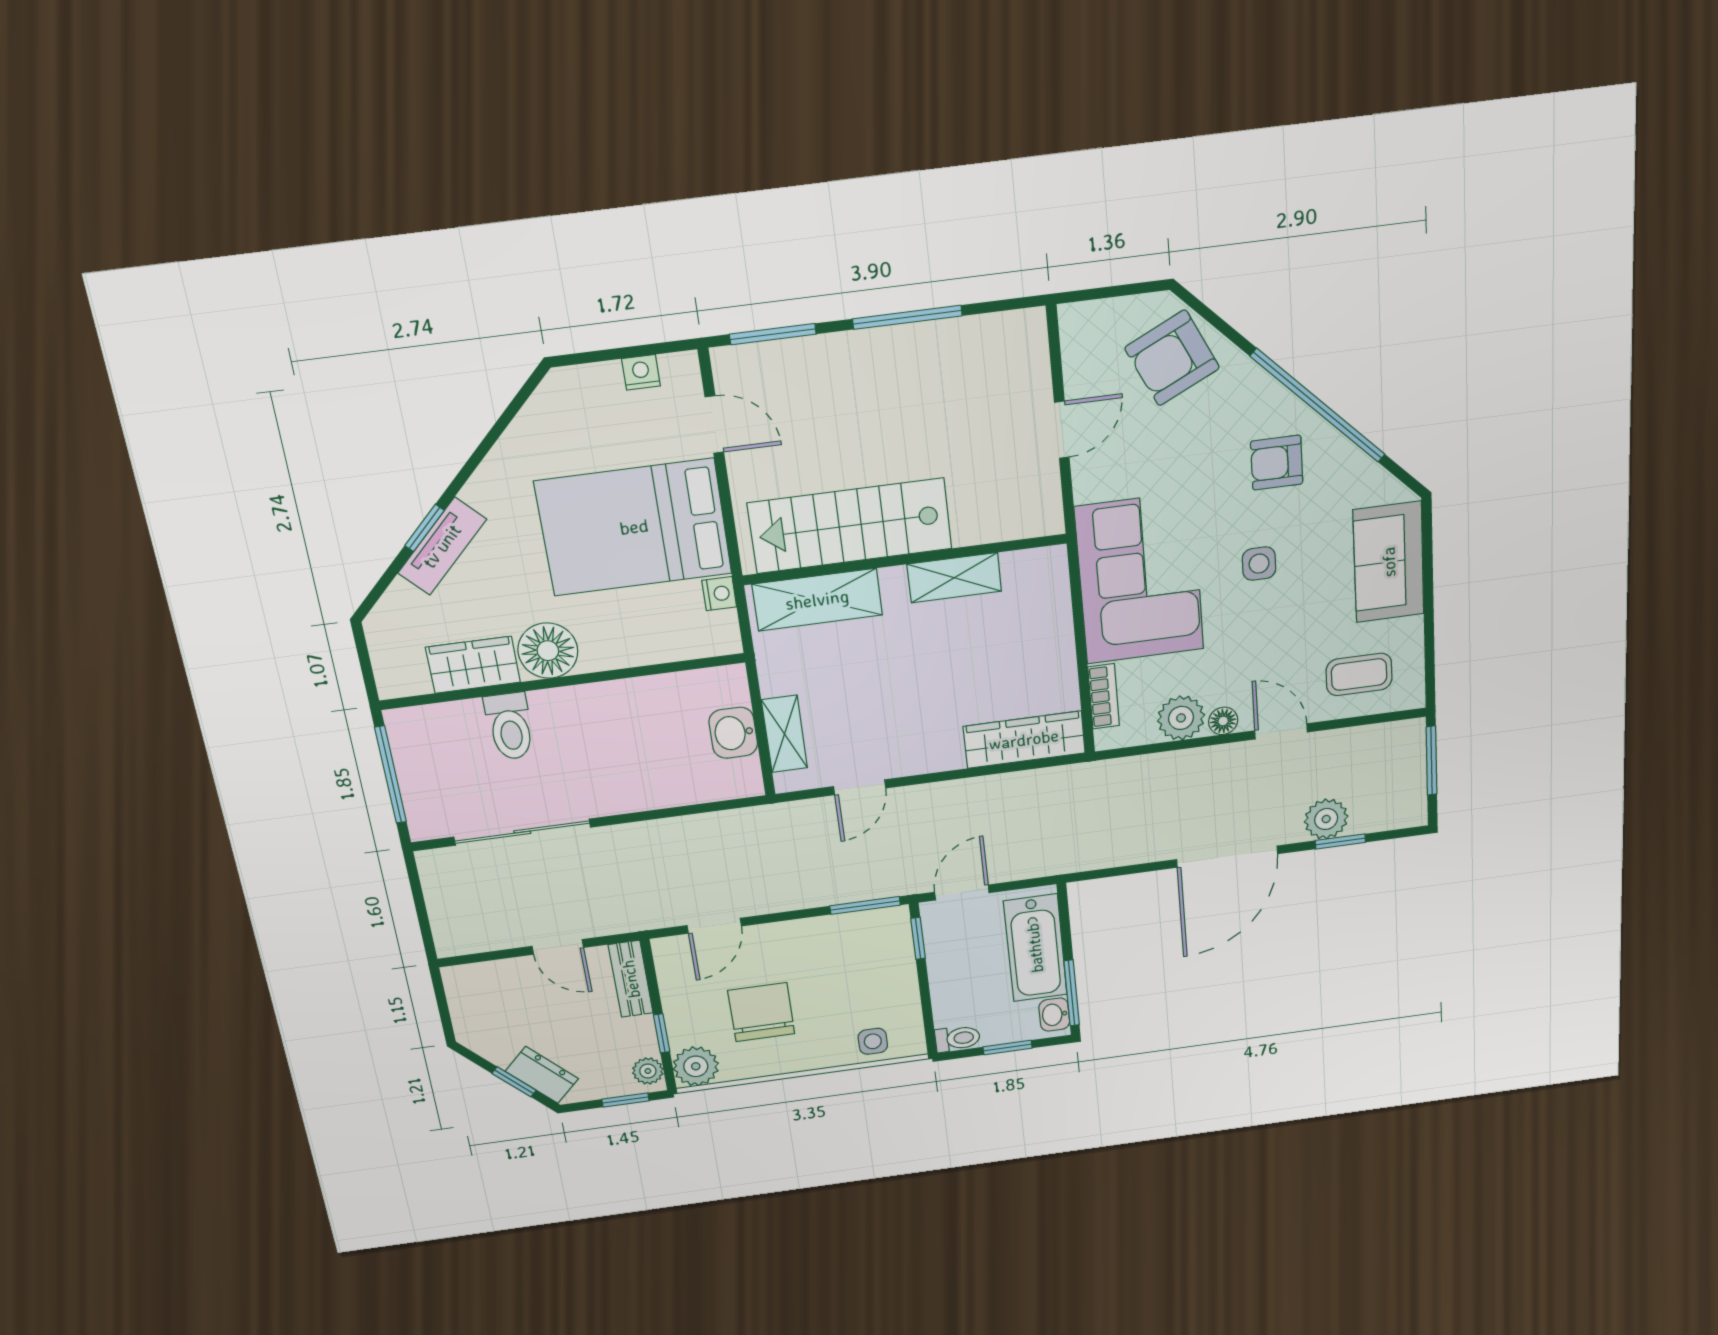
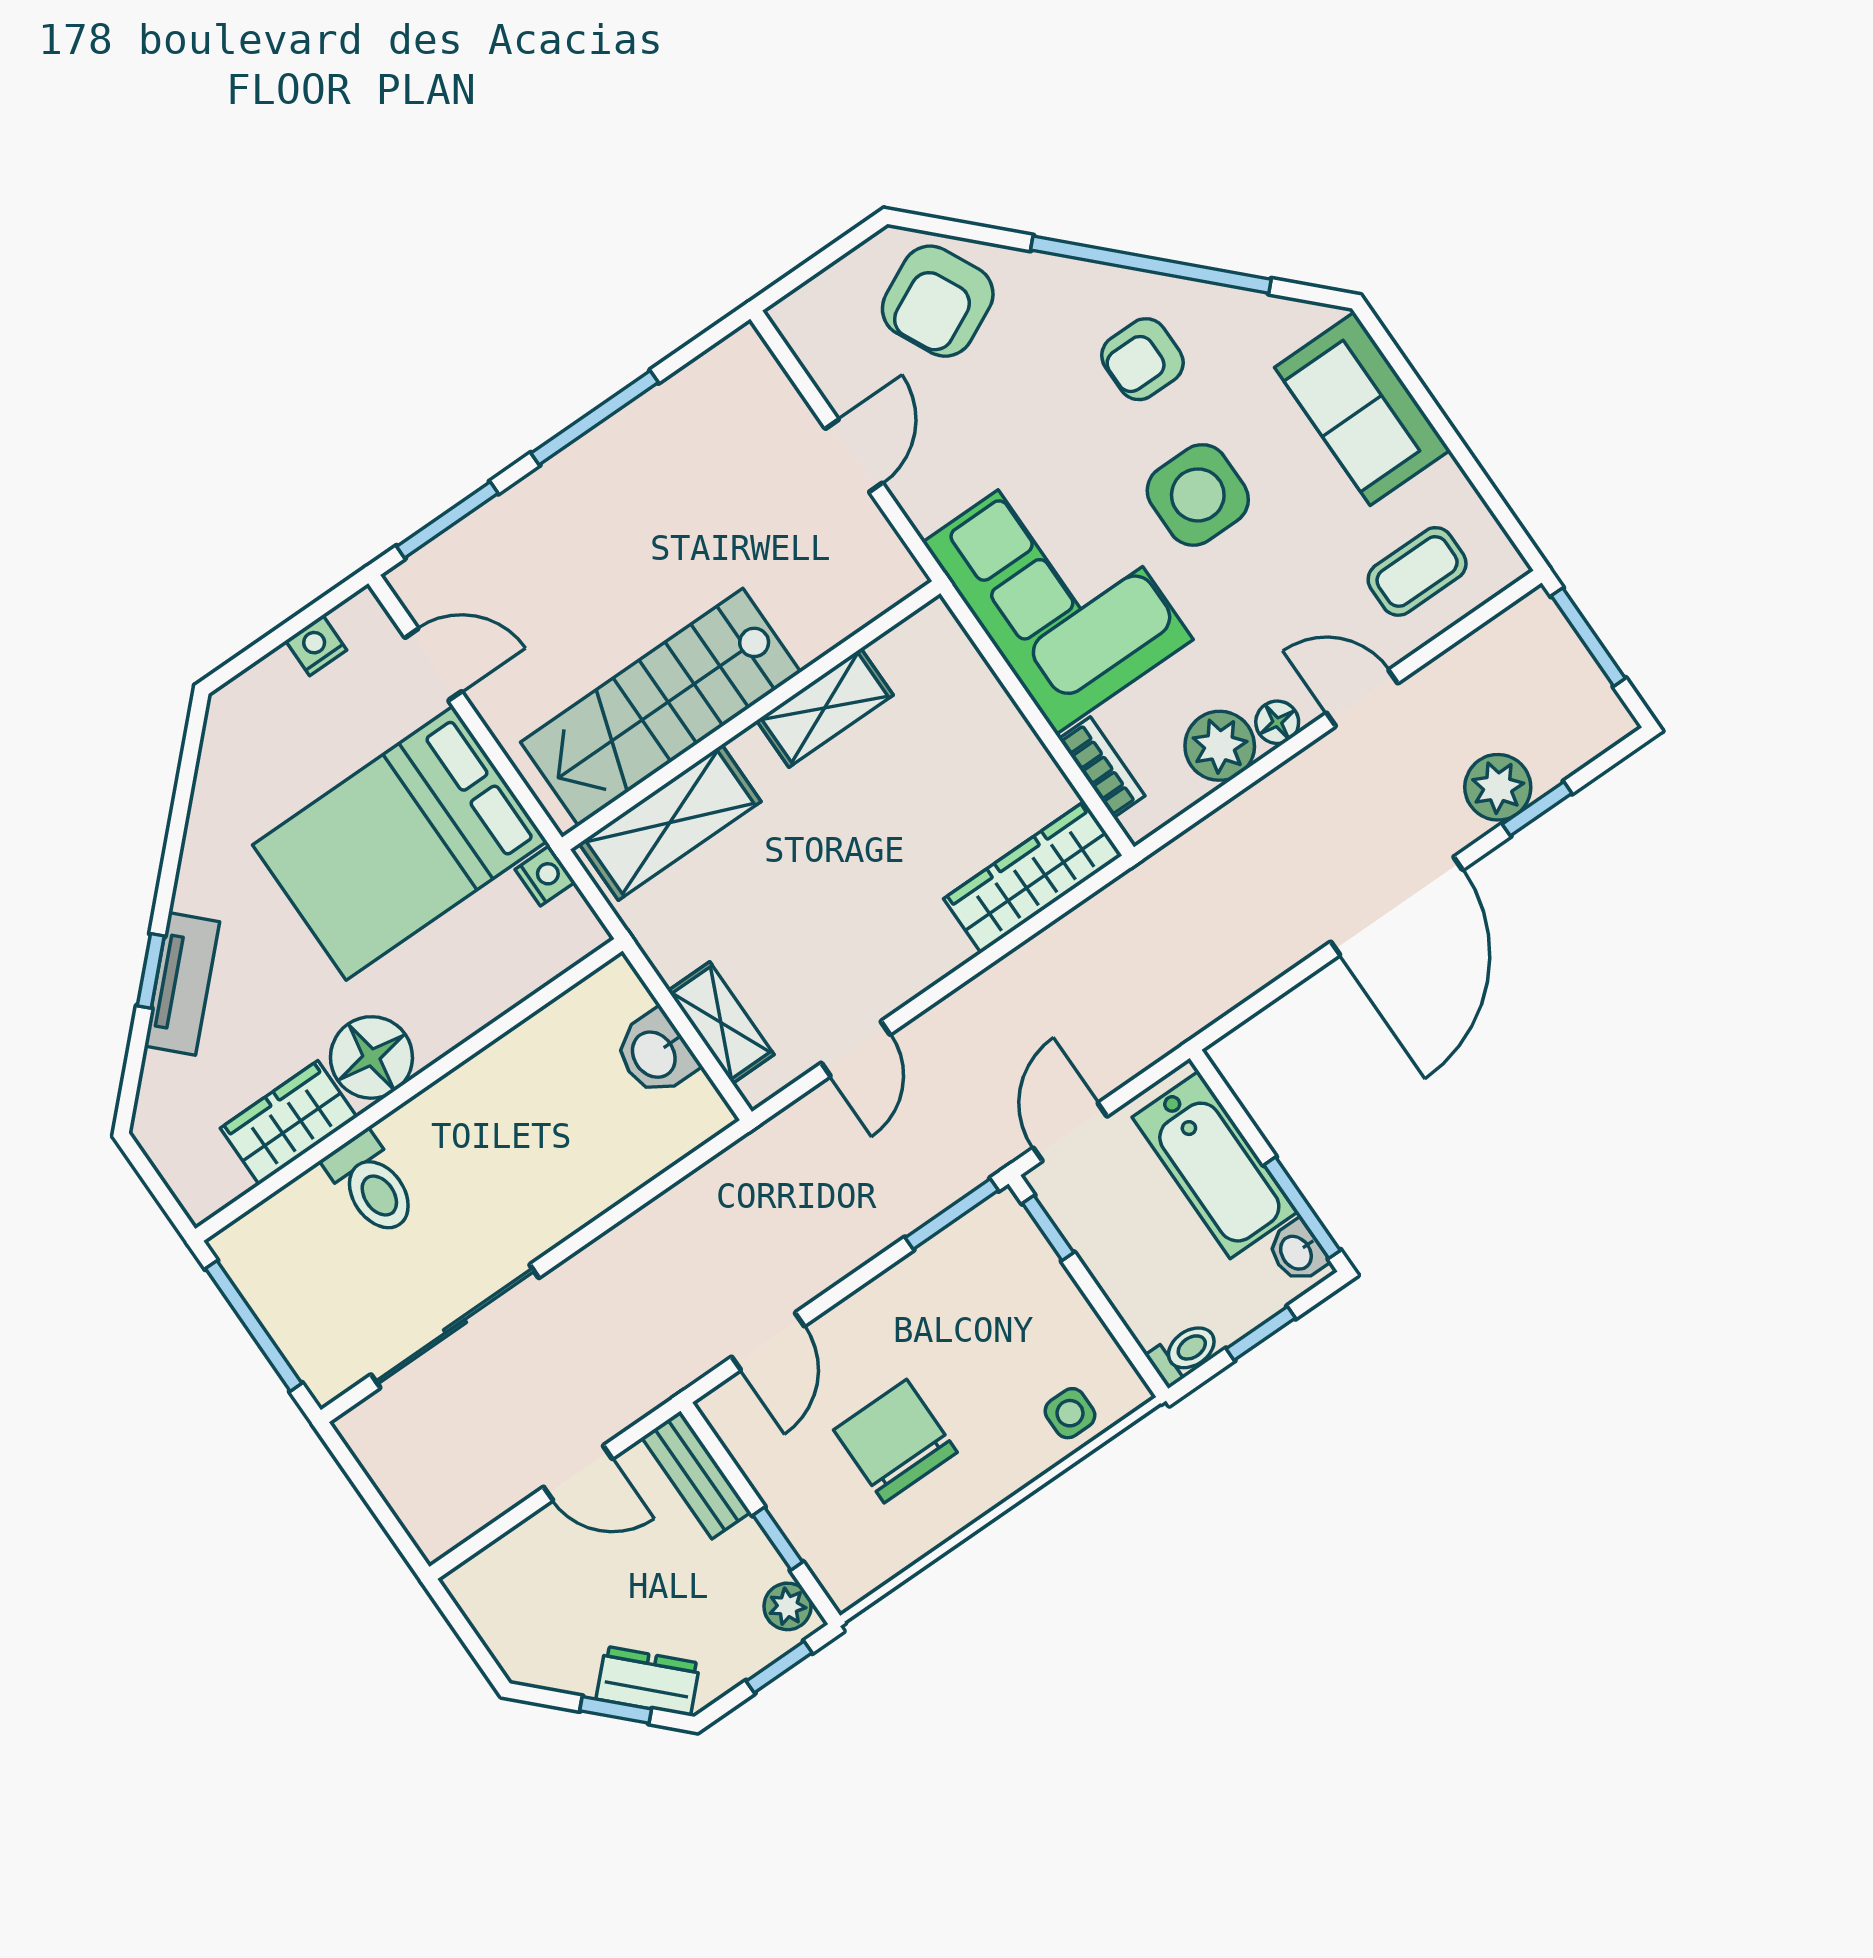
side table: (1259, 564) -> (1198, 495), width x1.87, depth x1.87
plant: (696, 1066) -> (849, 1568), removed

